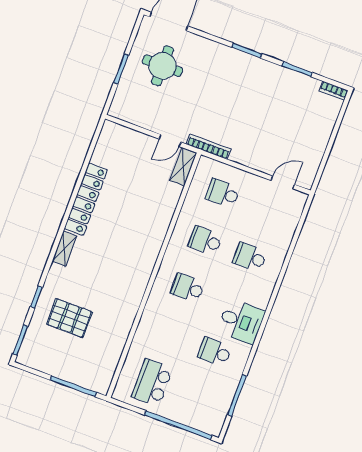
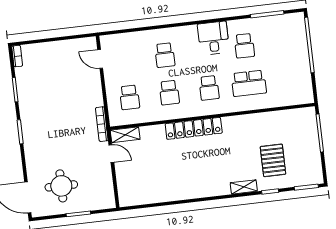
locker: (86, 199) -> (194, 128), moved, turned 180
shelving: (64, 249) -> (244, 187), moved
school desk: (152, 383) -> (249, 83), moved

